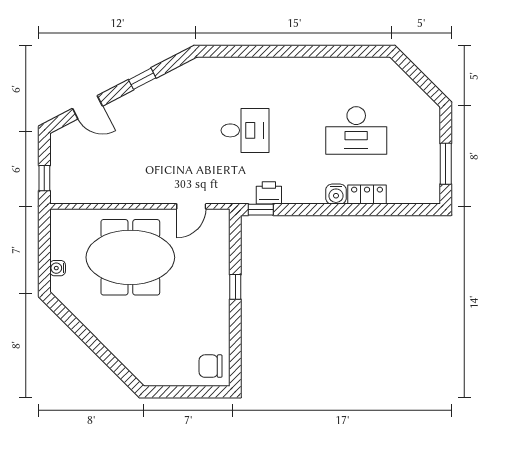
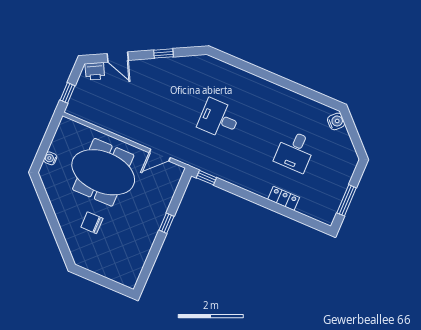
desk: (245, 130) -> (219, 119), turned 180
desk: (356, 130) -> (295, 151), width x0.73
printer: (269, 193) -> (95, 71), moved, turned 153
water cooler: (336, 194) -> (336, 121), moved, turned -135
chair: (211, 366) -> (92, 223), moved

